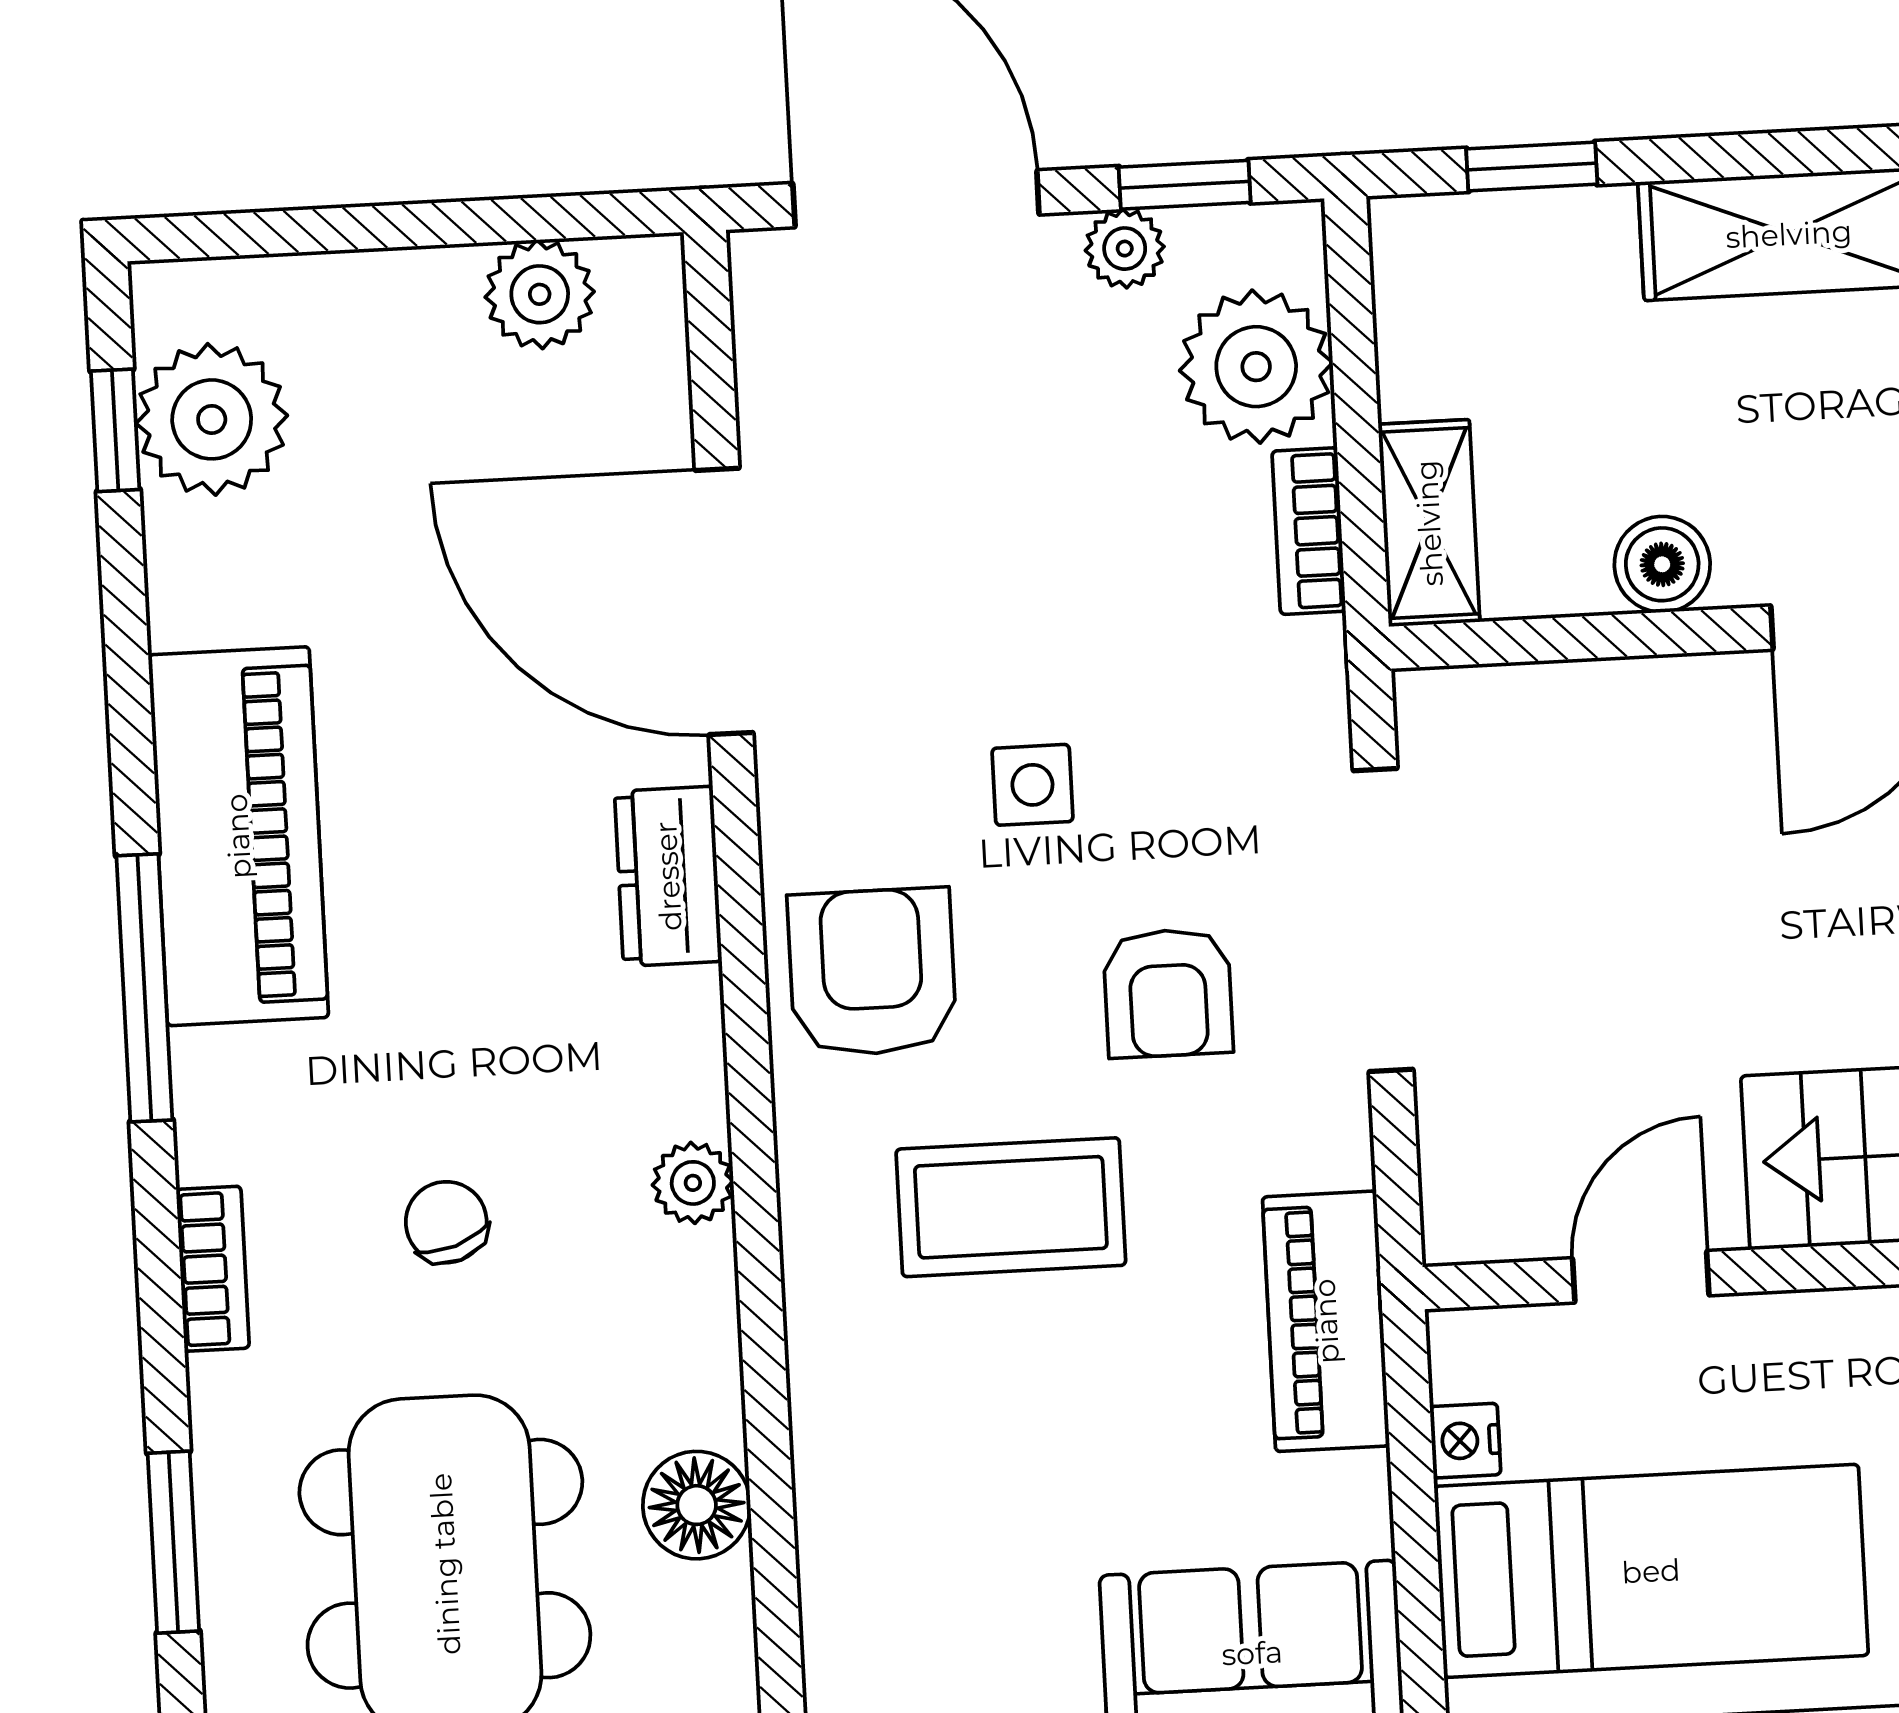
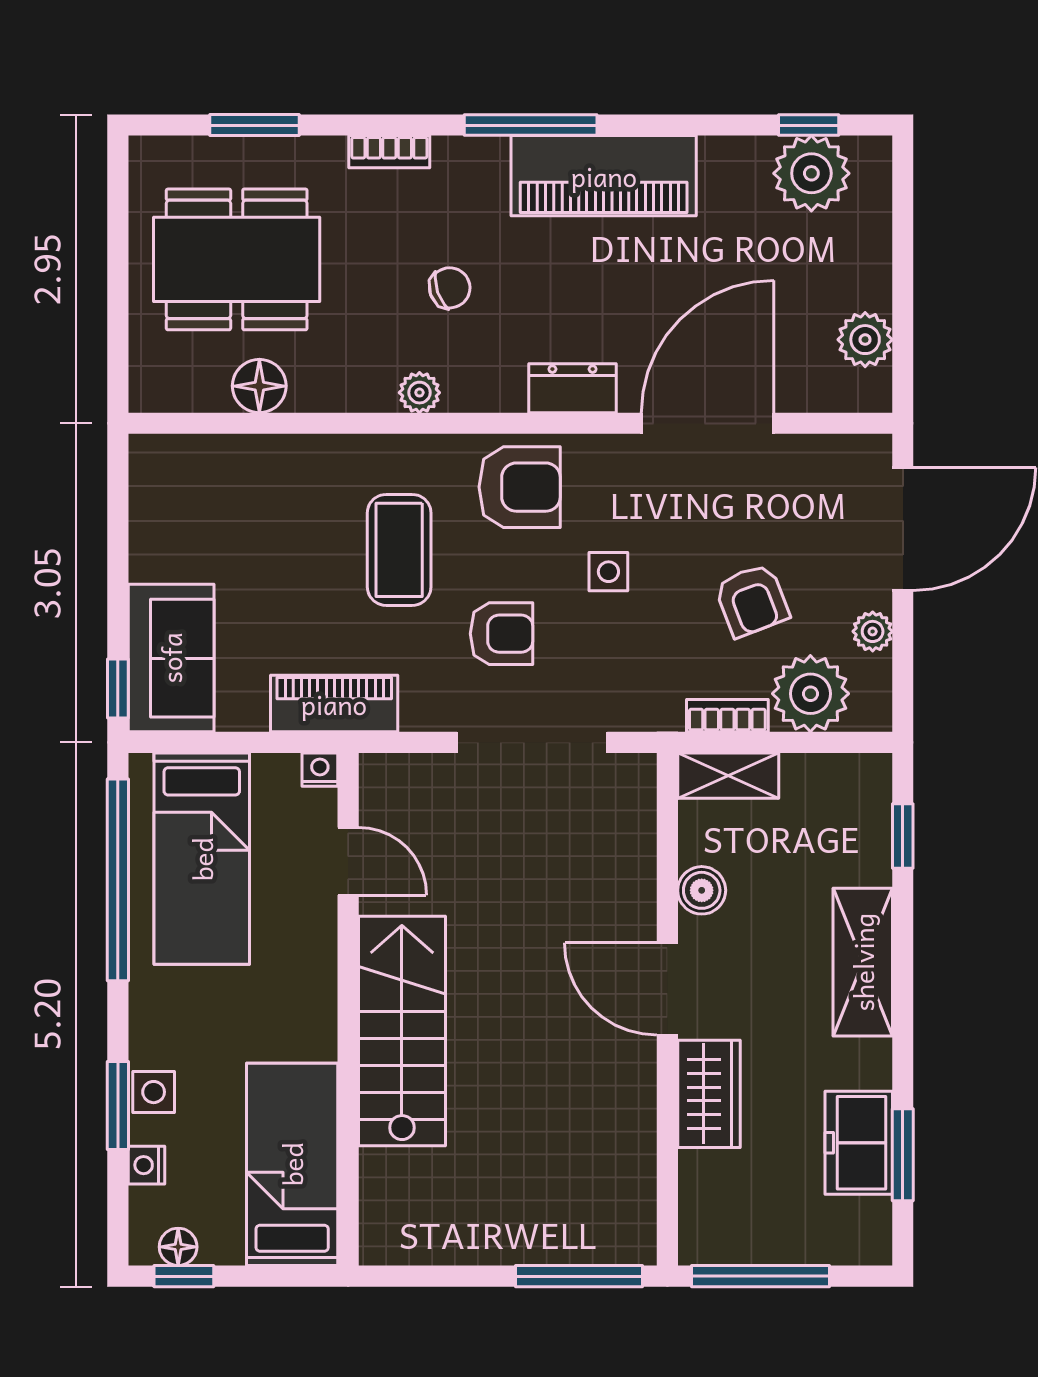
window: (1185, 185) -> (903, 663), removed
armchair: (1075, 494) -> (752, 600), added
armchair: (1168, 993) -> (501, 634), turned 180
chair: (446, 1222) -> (450, 288), moved
nightstand: (1465, 1441) -> (320, 770), moved

